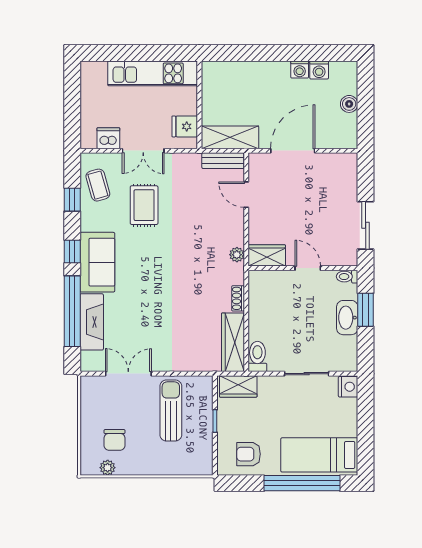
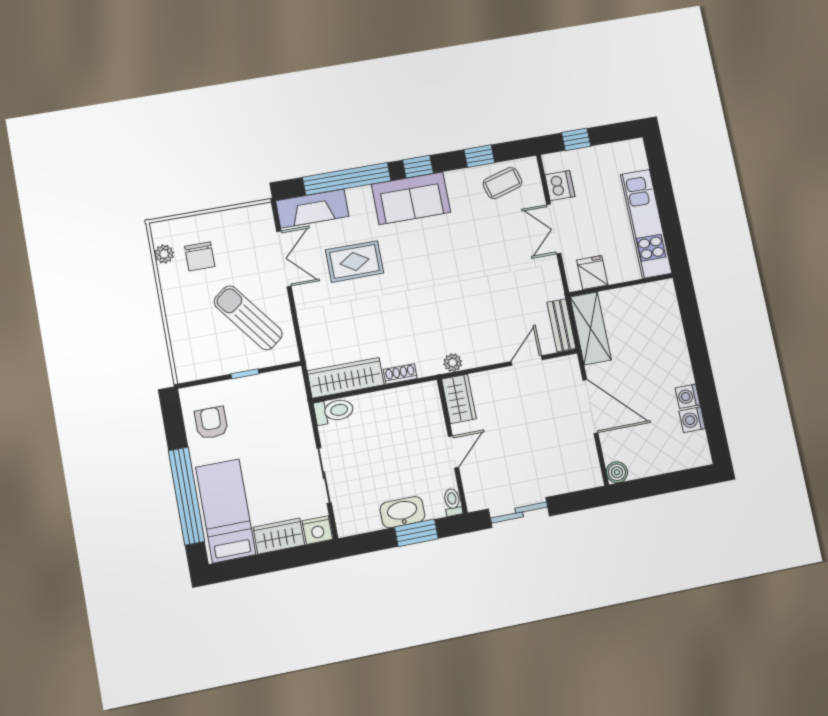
boiler: (349, 104) -> (617, 472), moved
window: (72, 117) -> (576, 139), added
rug: (144, 205) -> (354, 261), moved
fireplace: (92, 322) -> (312, 209), moved
wardrobe: (238, 386) -> (279, 536), moved, turned 90
sun lounger: (171, 410) -> (248, 318), turned -127
chair: (115, 440) -> (200, 256), turned -90

